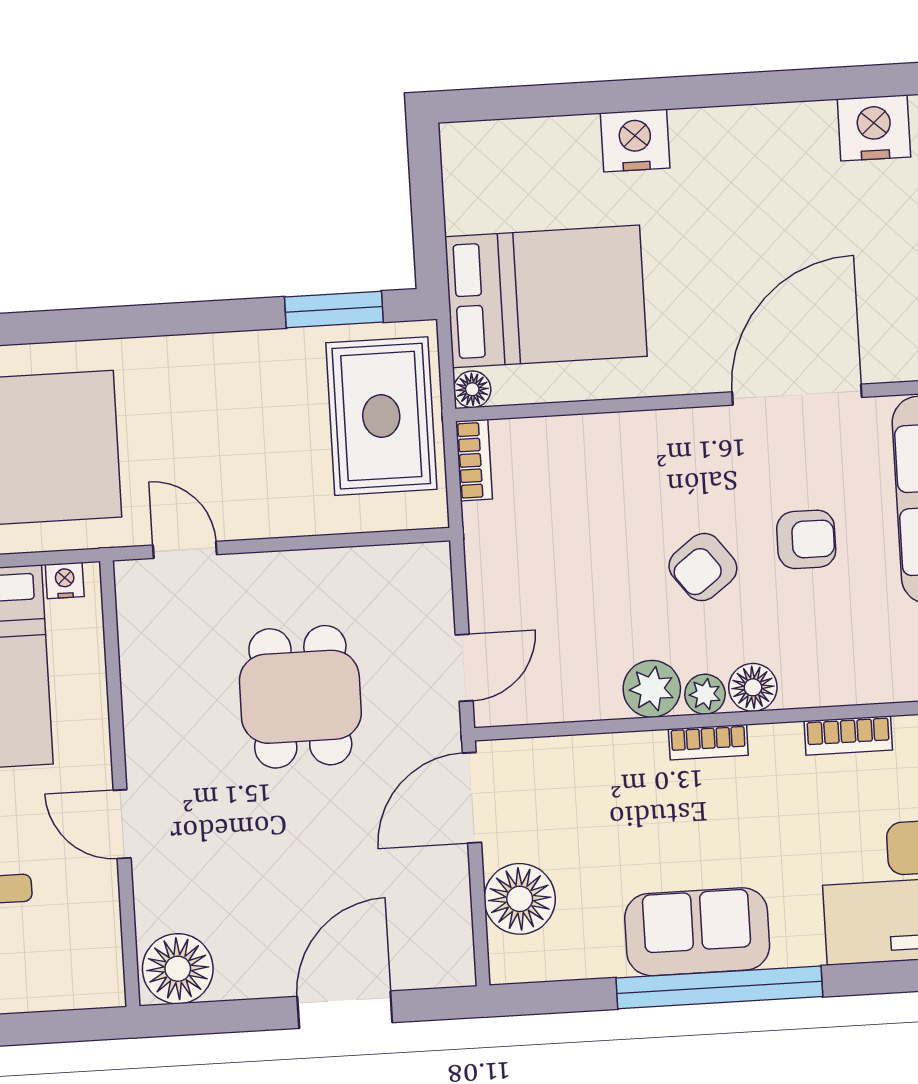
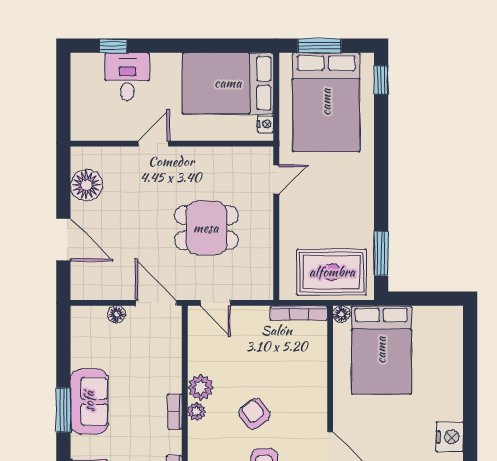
nightstand: (635, 140) -> (450, 437), moved
bookcase: (474, 460) -> (299, 313), width x1.56
floor lamp: (753, 687) -> (199, 433), removed
floor lamp: (520, 899) -> (116, 314), width x0.53, depth x0.53
floor lamp: (178, 969) -> (86, 185), moved
window: (719, 987) -> (63, 410), width x0.47

